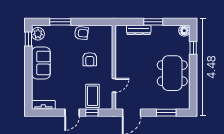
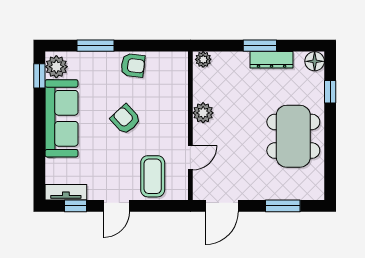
plant: (121, 30) -> (203, 59), added
dresser: (139, 30) -> (272, 60), moved
armchair: (90, 59) -> (125, 119), moved, turned 137
plant: (121, 60) -> (203, 113), added
sofa: (41, 63) -> (62, 118), width x1.36
window: (92, 113) -> (75, 206), moved

